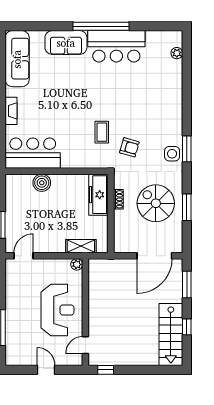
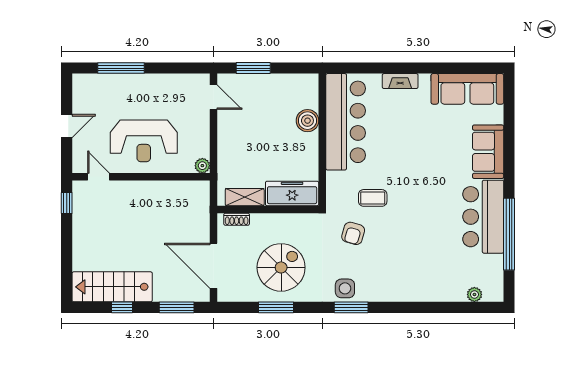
window: (101, 26) -> (509, 234), moved
bar counter: (33, 153) -> (346, 122), width x1.36
shoe rack: (118, 199) -> (237, 219), moved
shelving: (81, 246) -> (245, 197), moved, turned 90

